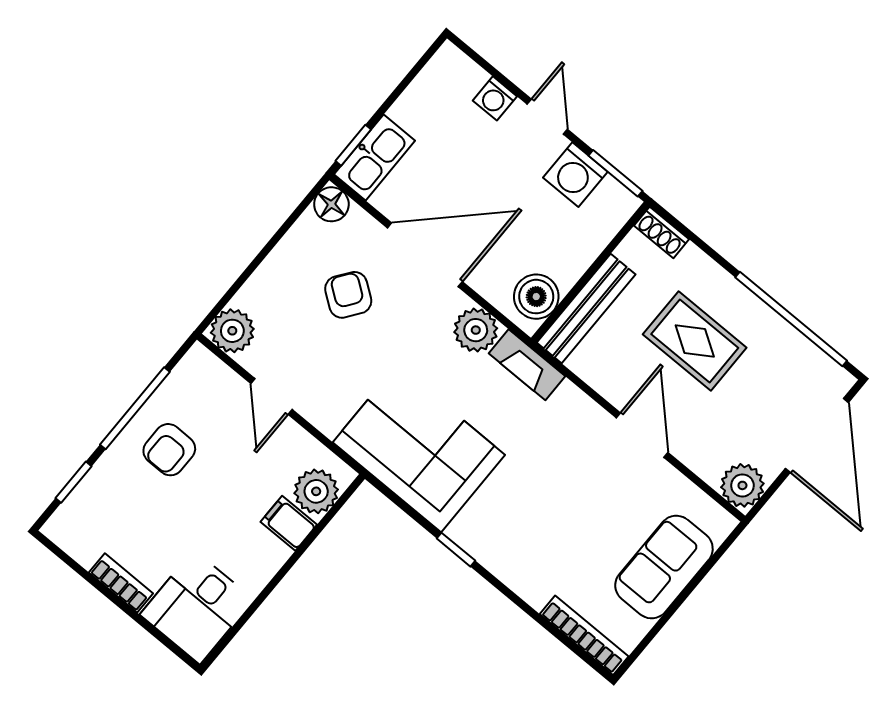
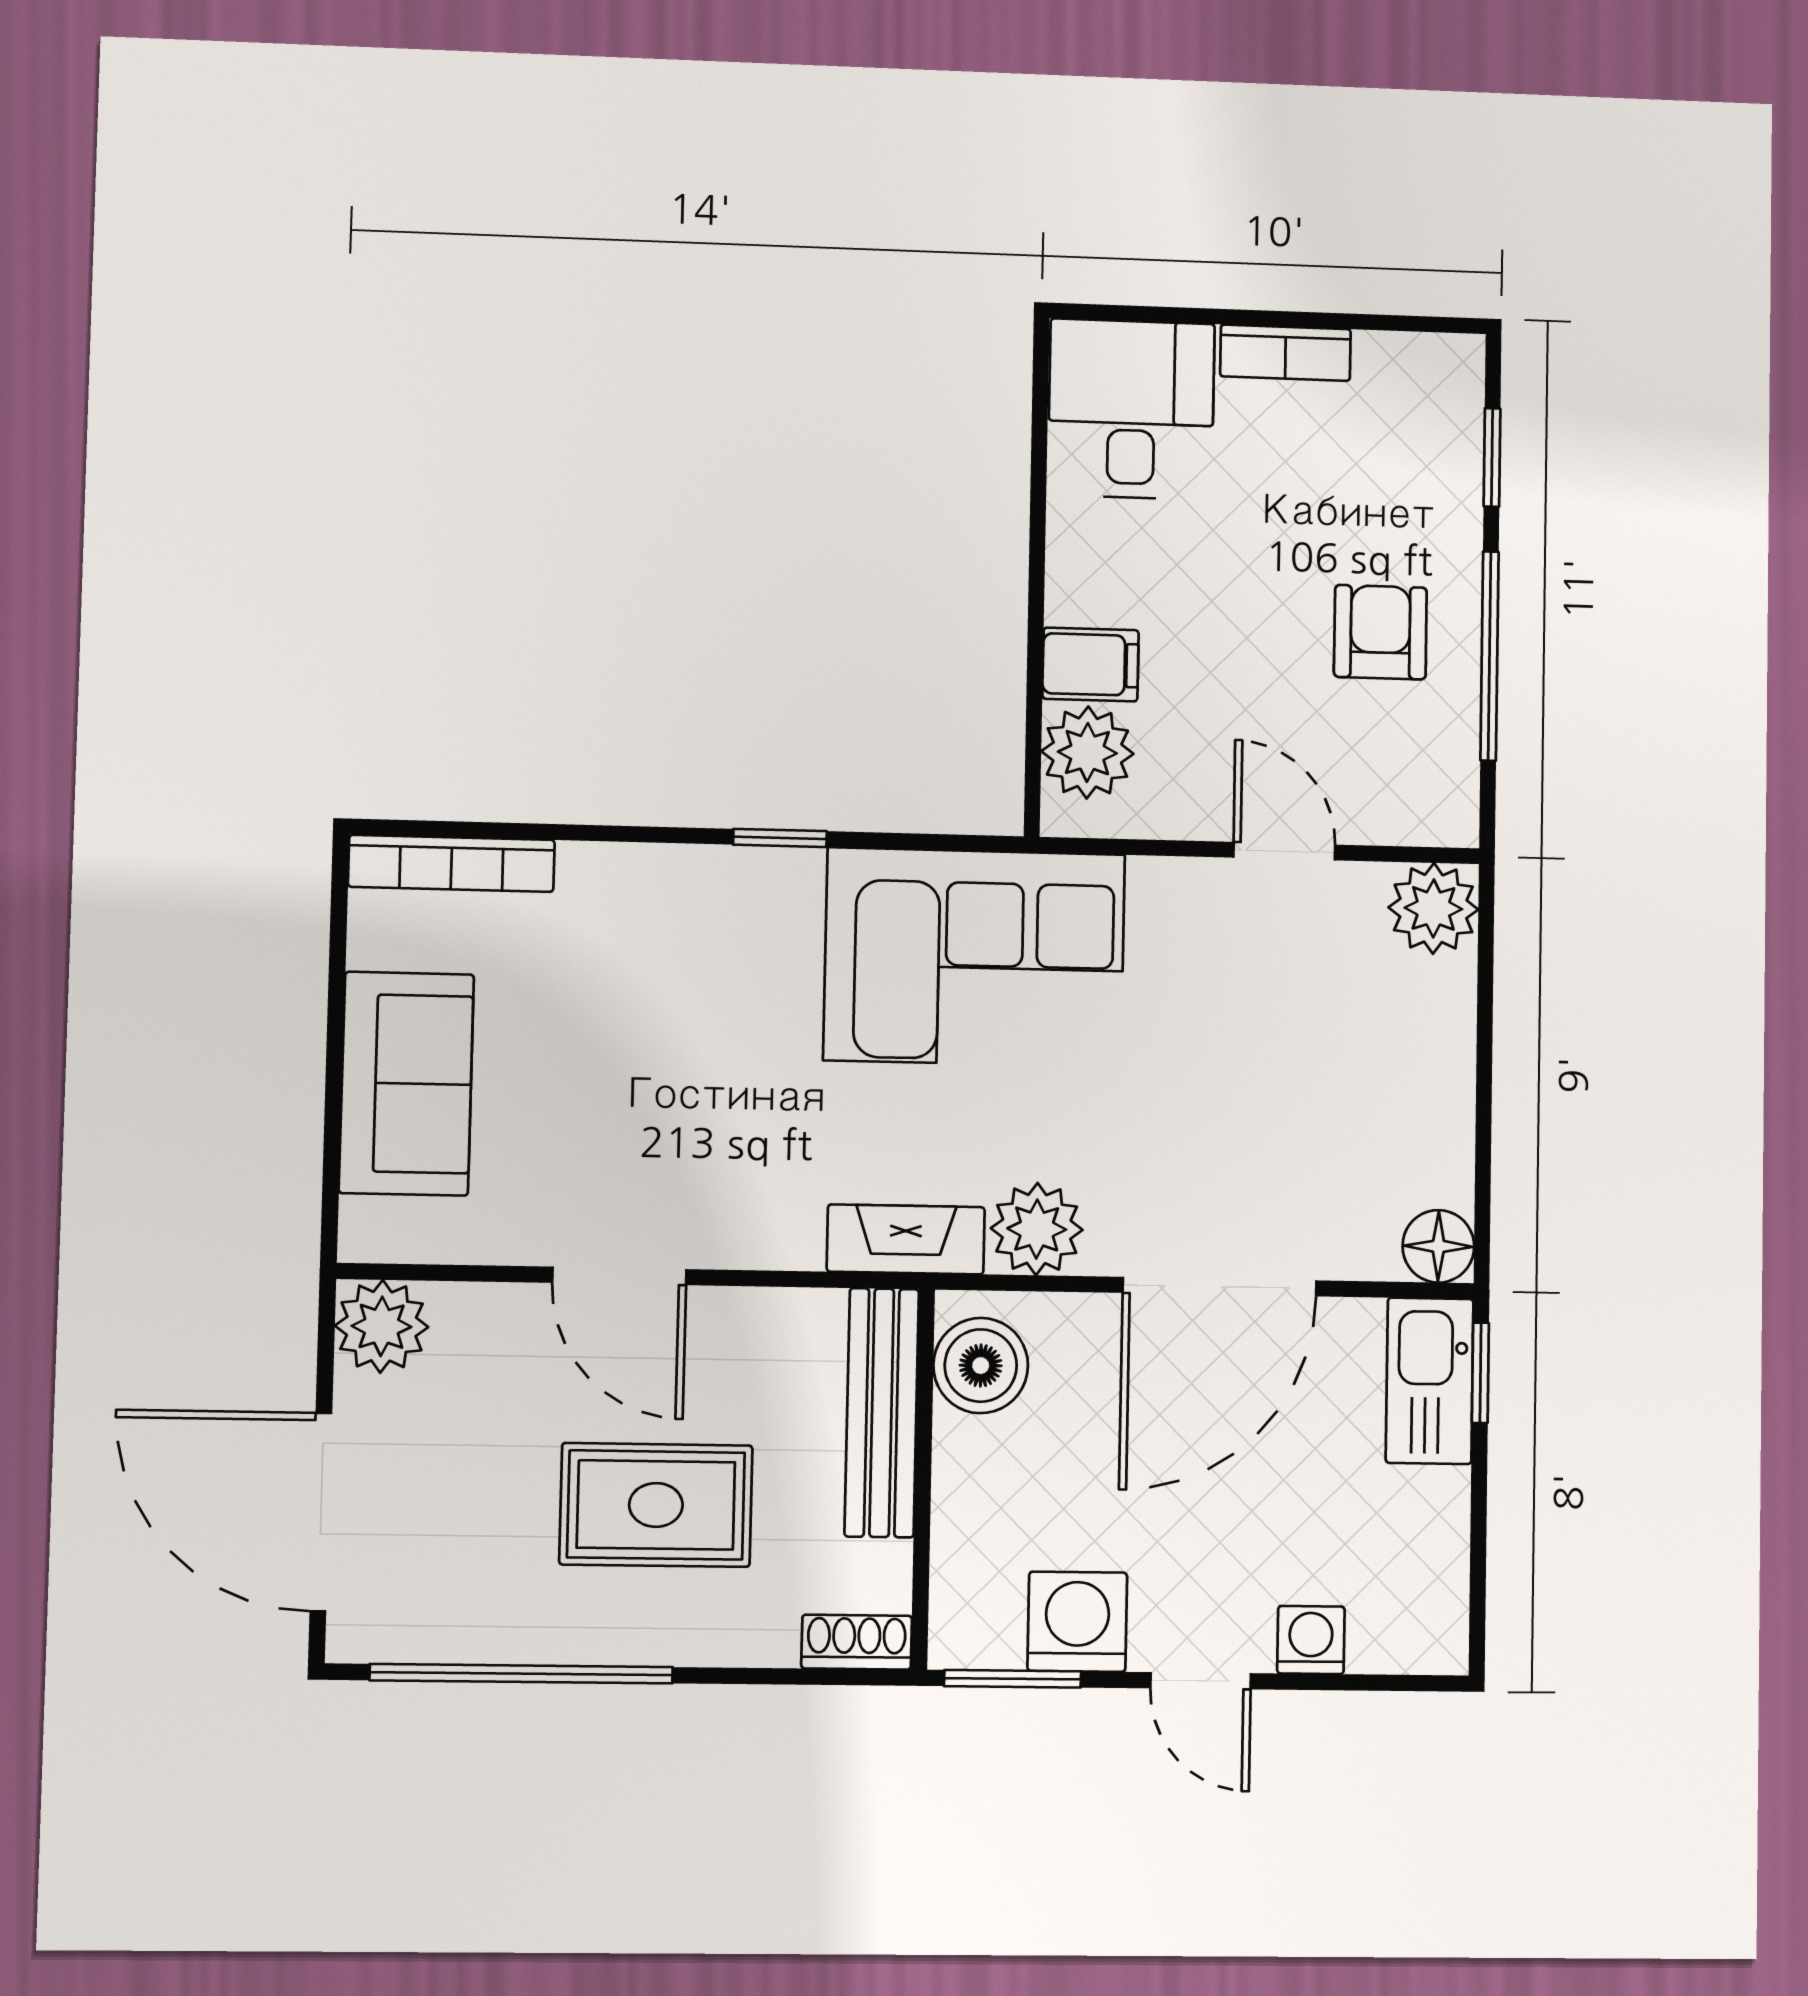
armchair: (348, 295) -> (1292, 1119), removed

